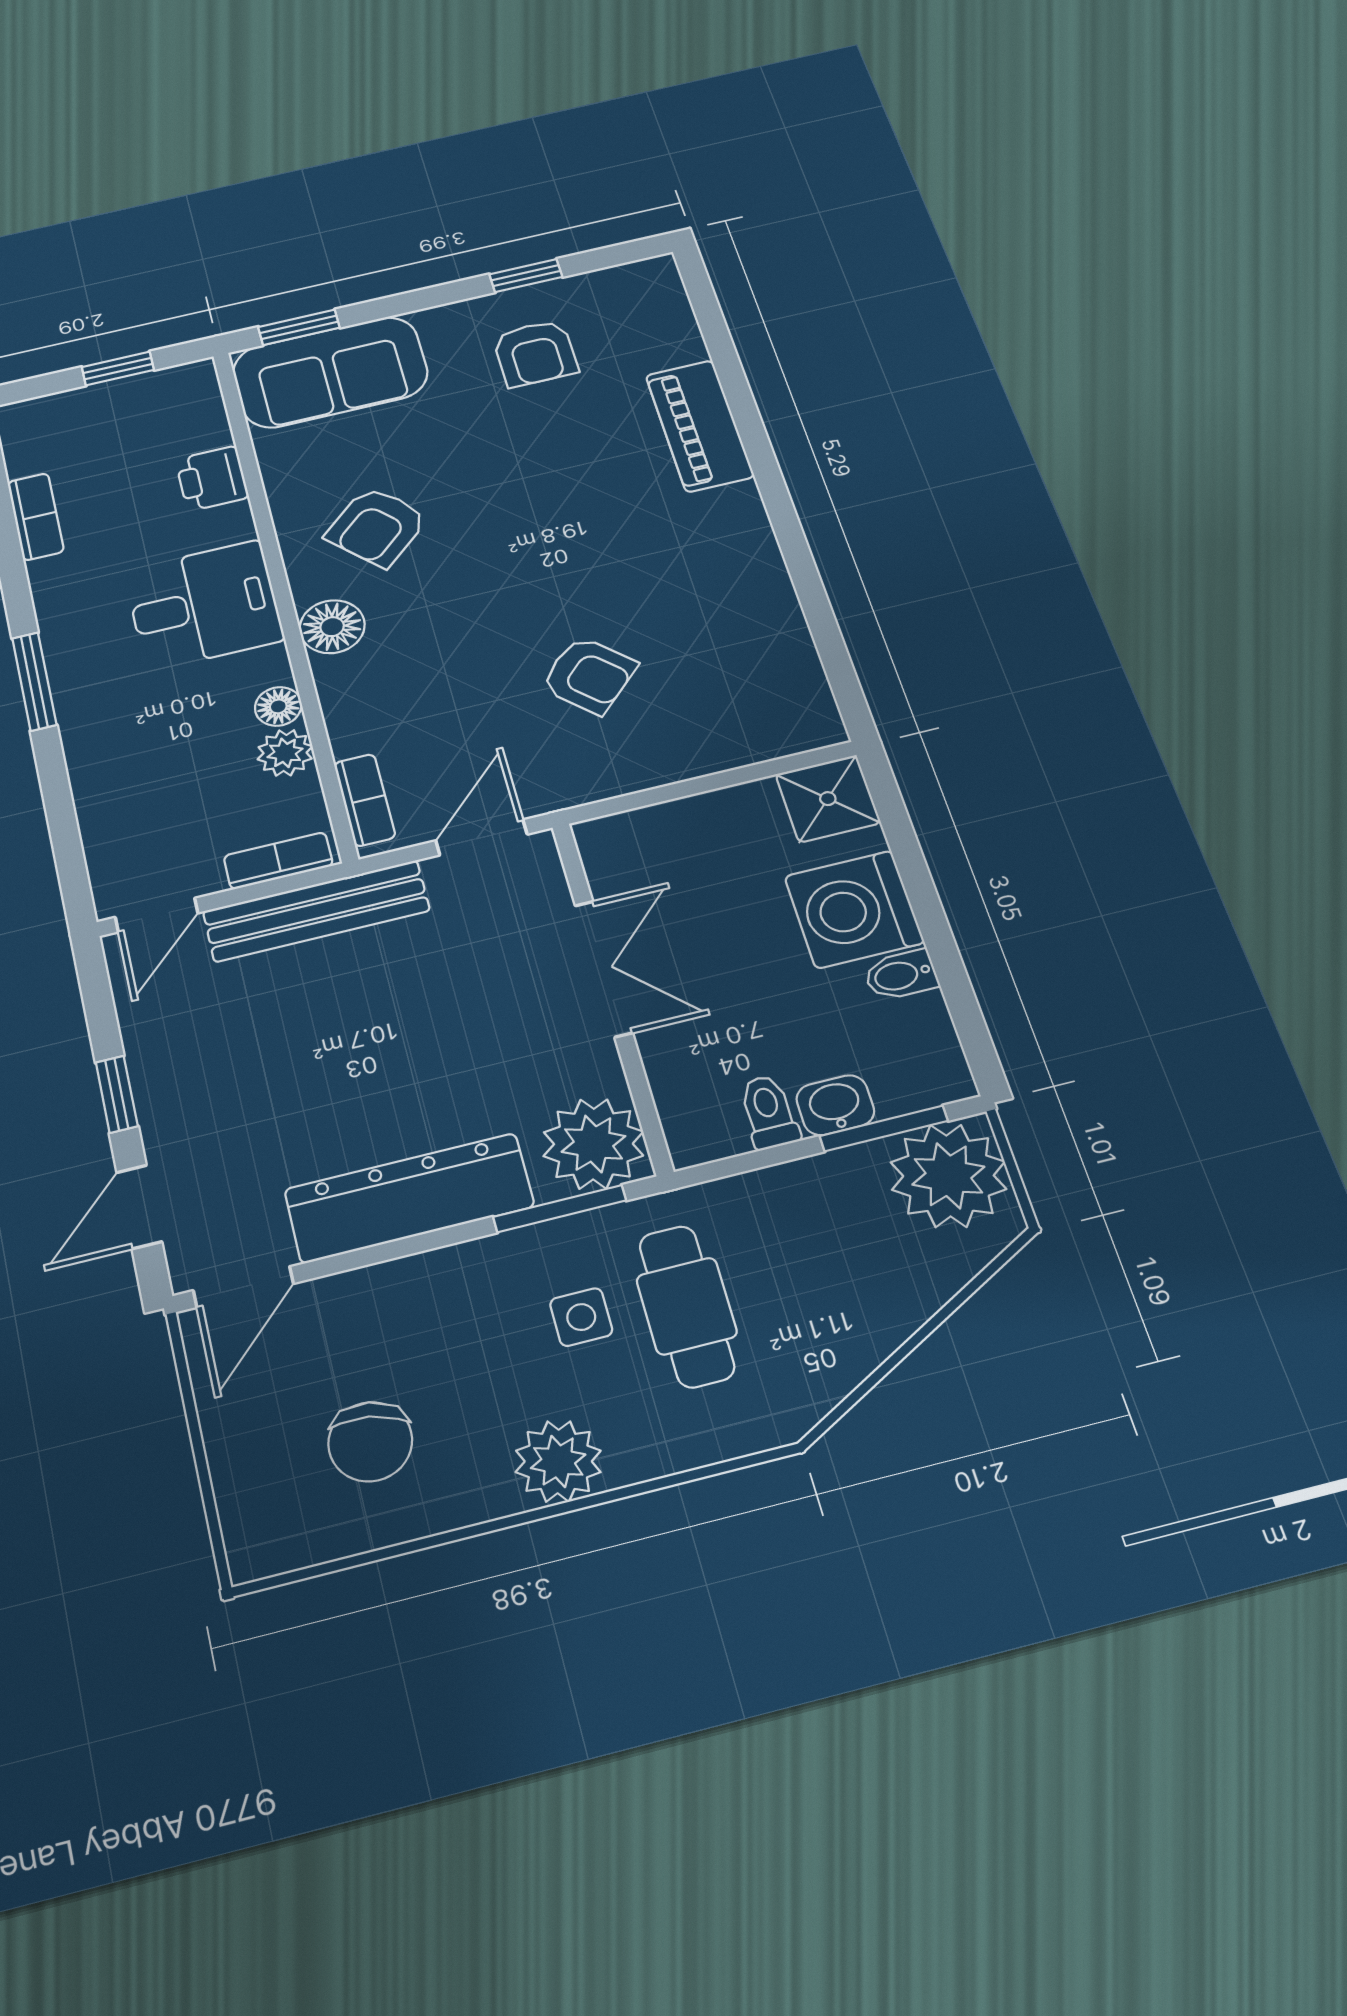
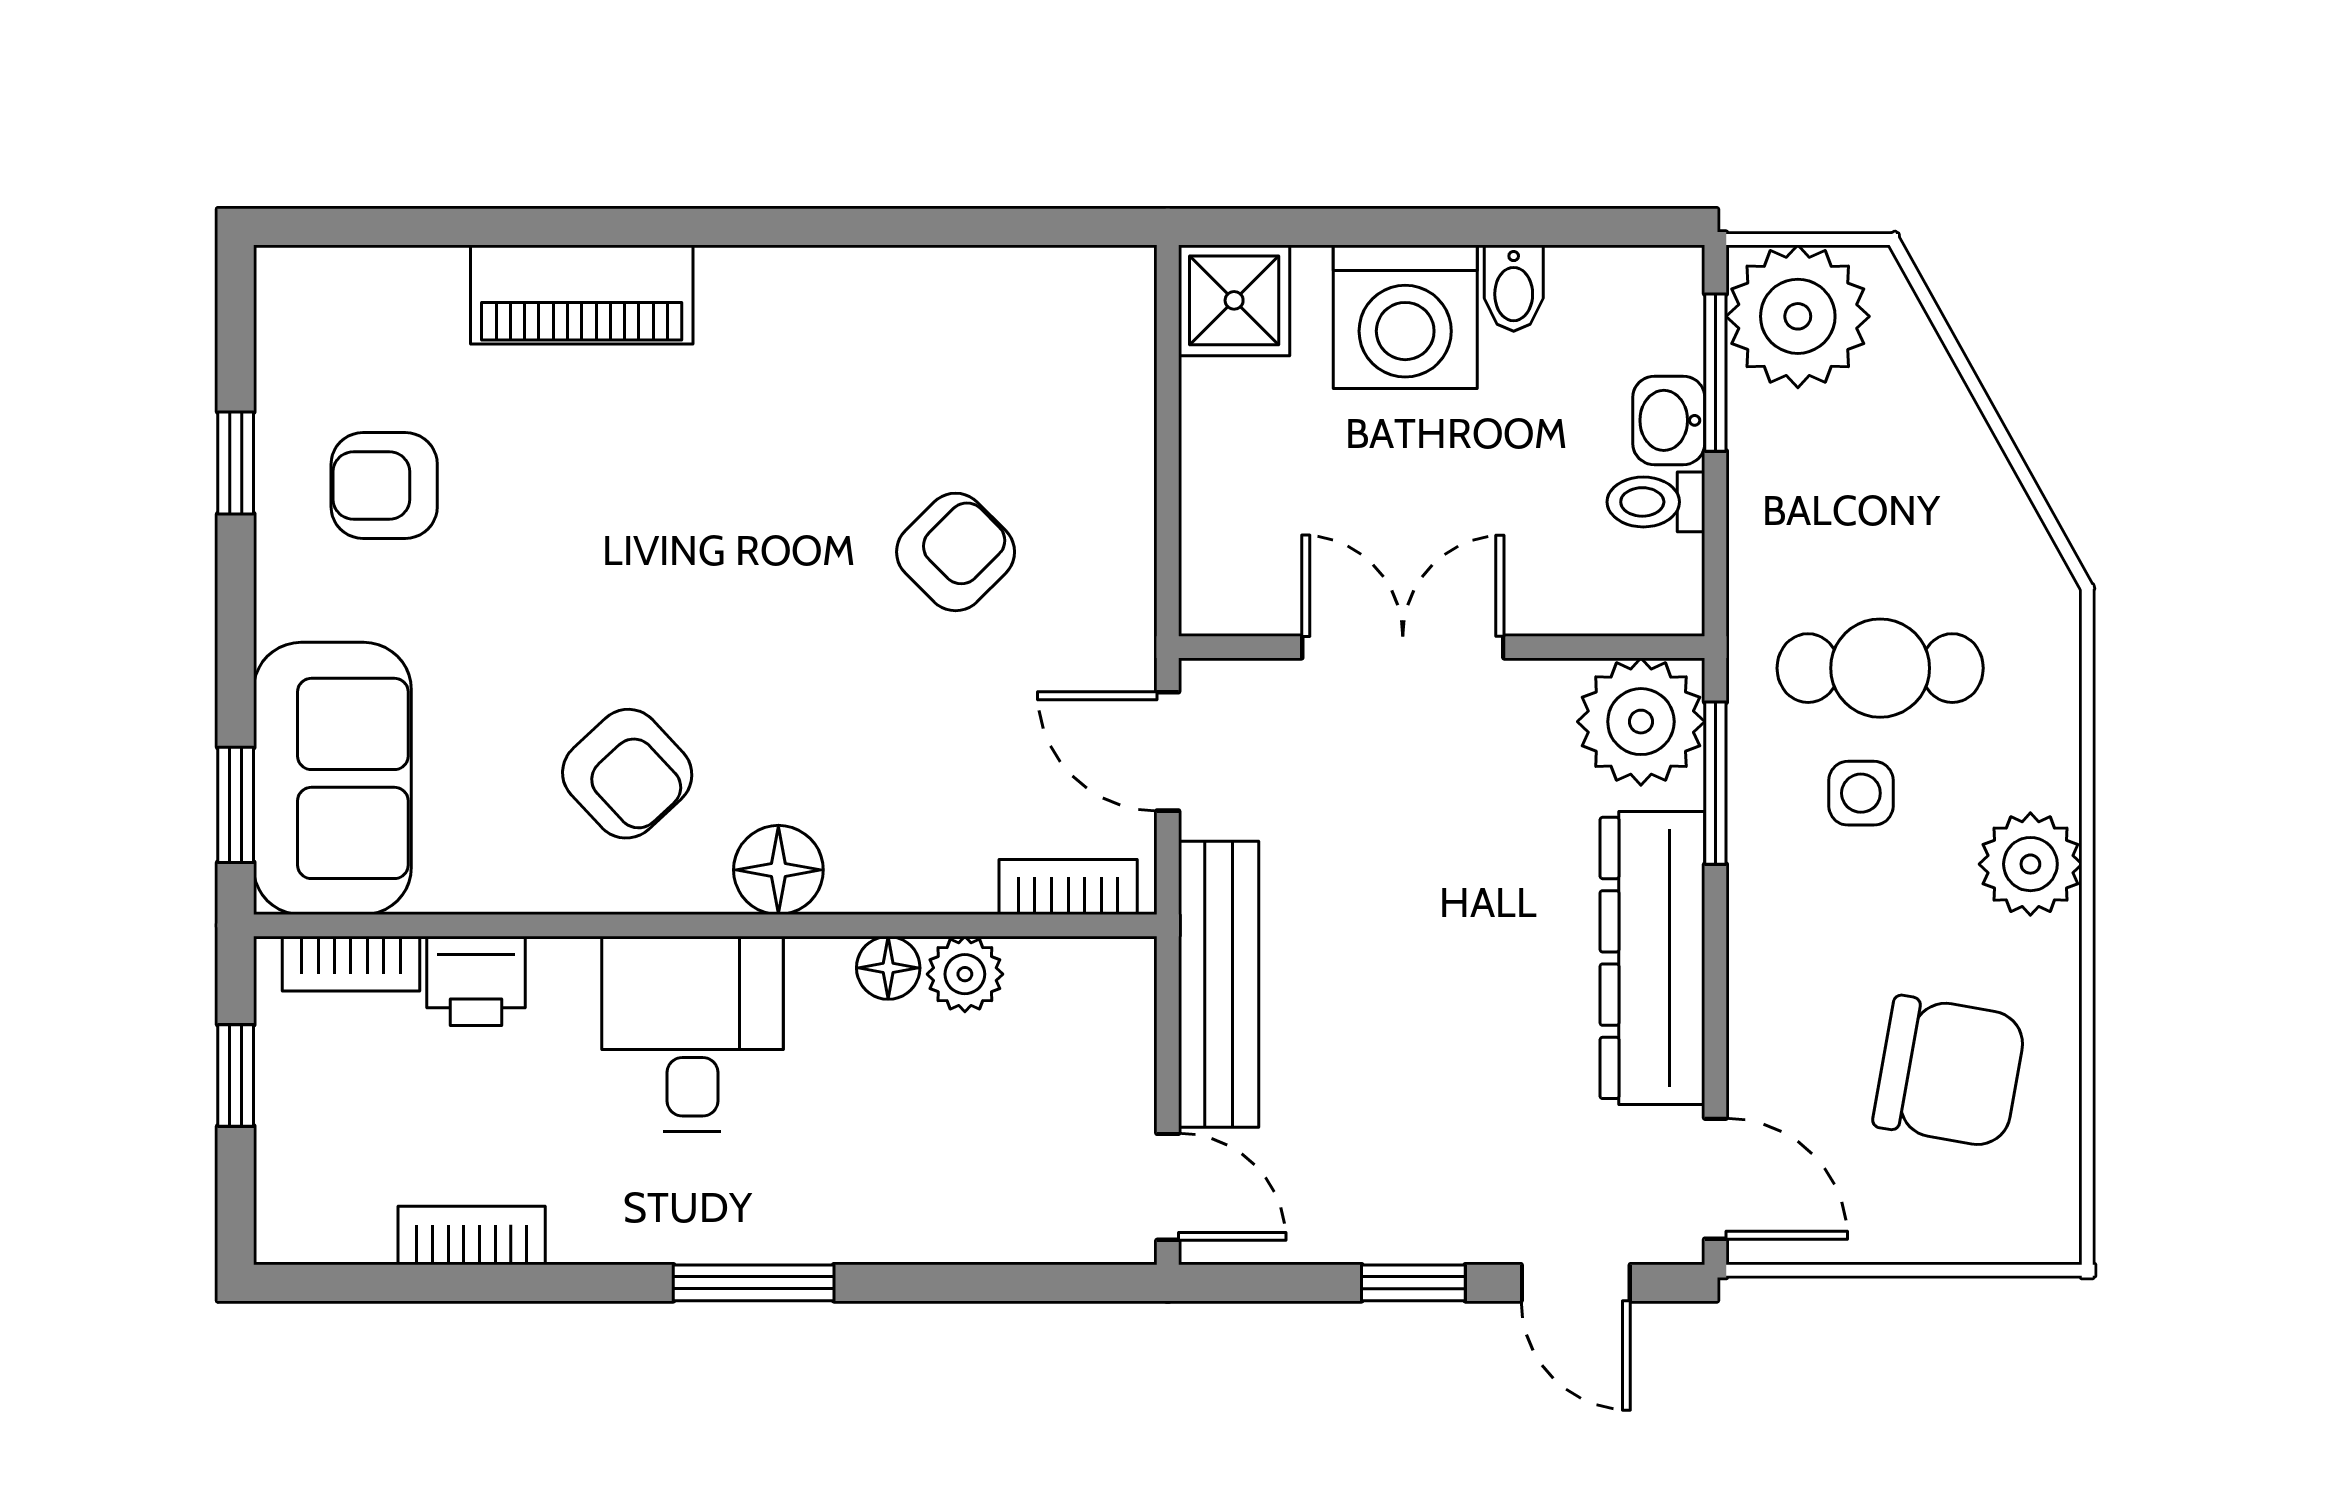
armchair: (535, 353) -> (384, 486), turned 180
bookcase: (278, 861) -> (351, 964), moved, turned -90
chair: (370, 1442) -> (1950, 1072), width x1.37, depth x1.37

